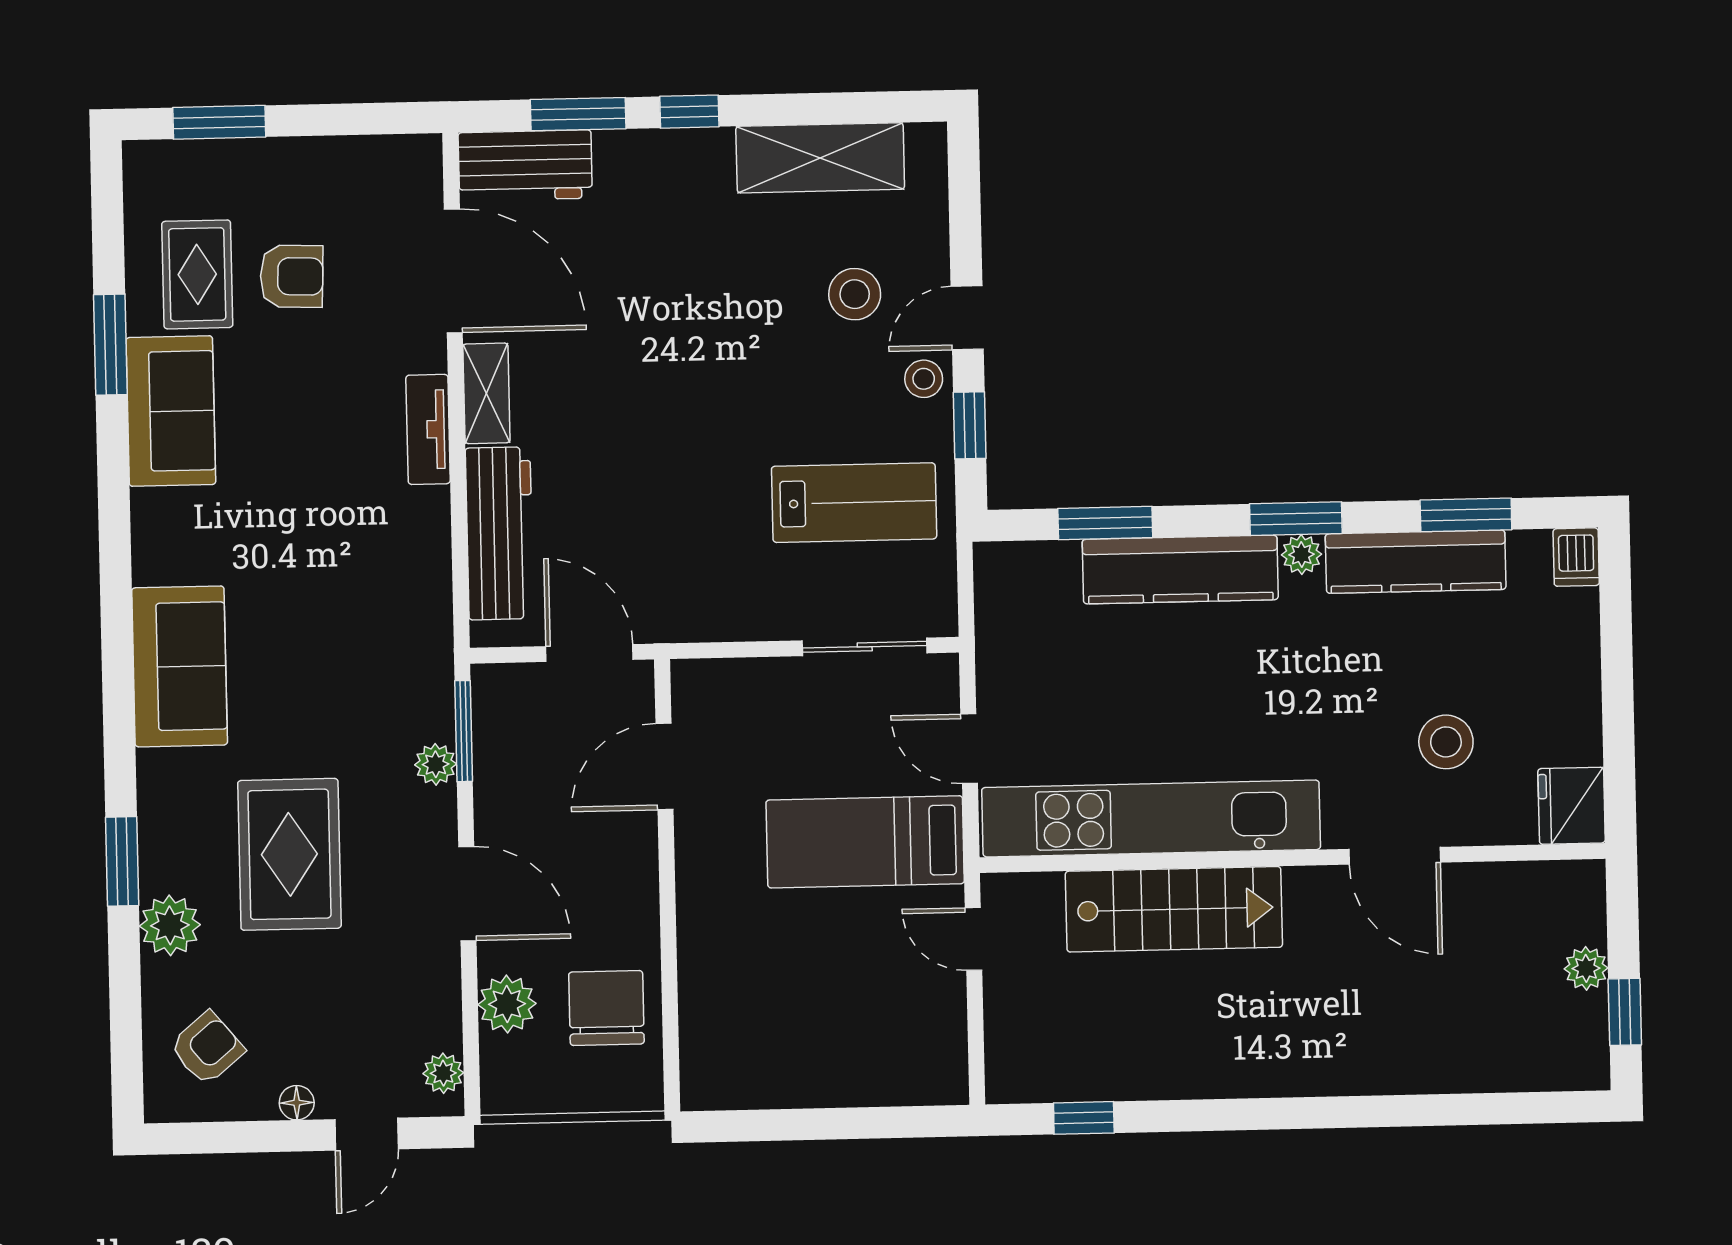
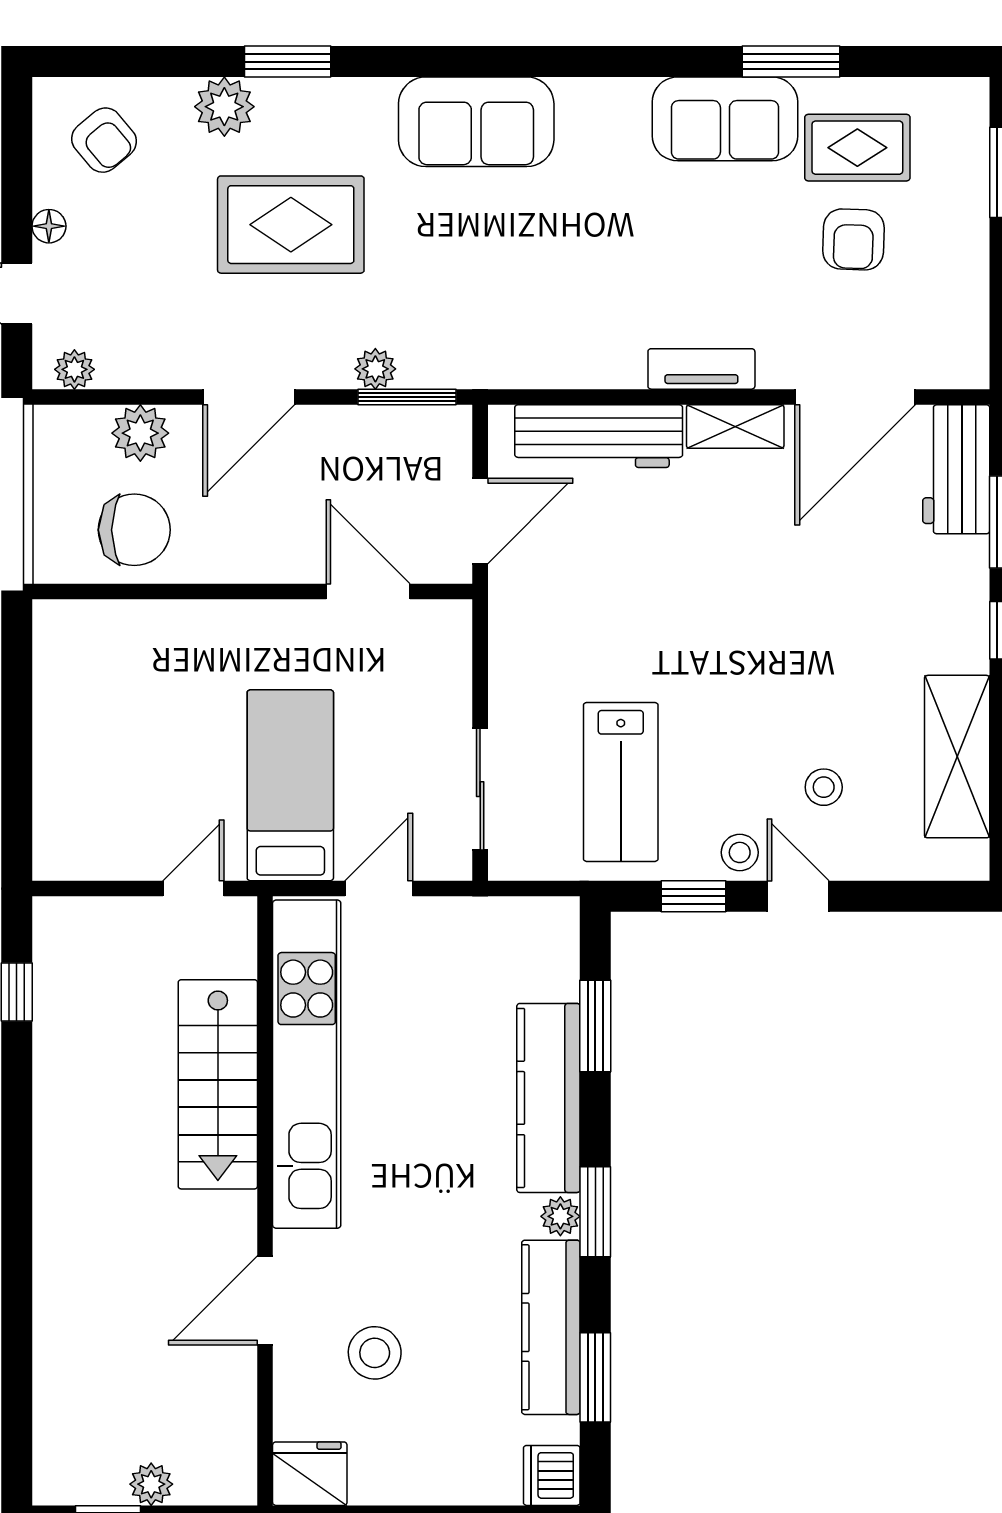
stool: (855, 294) -> (824, 787), width x0.73, depth x0.73
dishwasher: (1576, 557) -> (552, 1475), width x1.38

